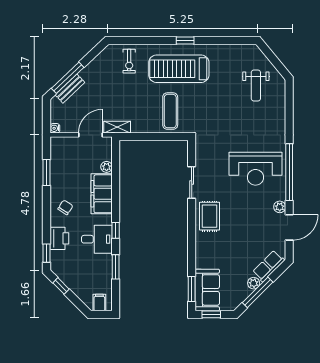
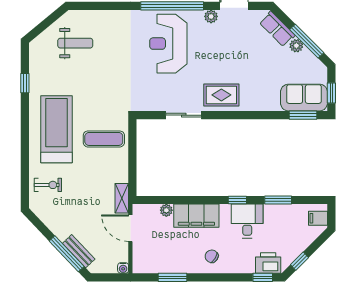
window: (185, 41) -> (25, 83), moved
treadmill: (179, 69) -> (56, 129), turned 180
reception desk: (255, 169) -> (168, 44), turned 180
printer: (59, 238) -> (268, 263), moved

